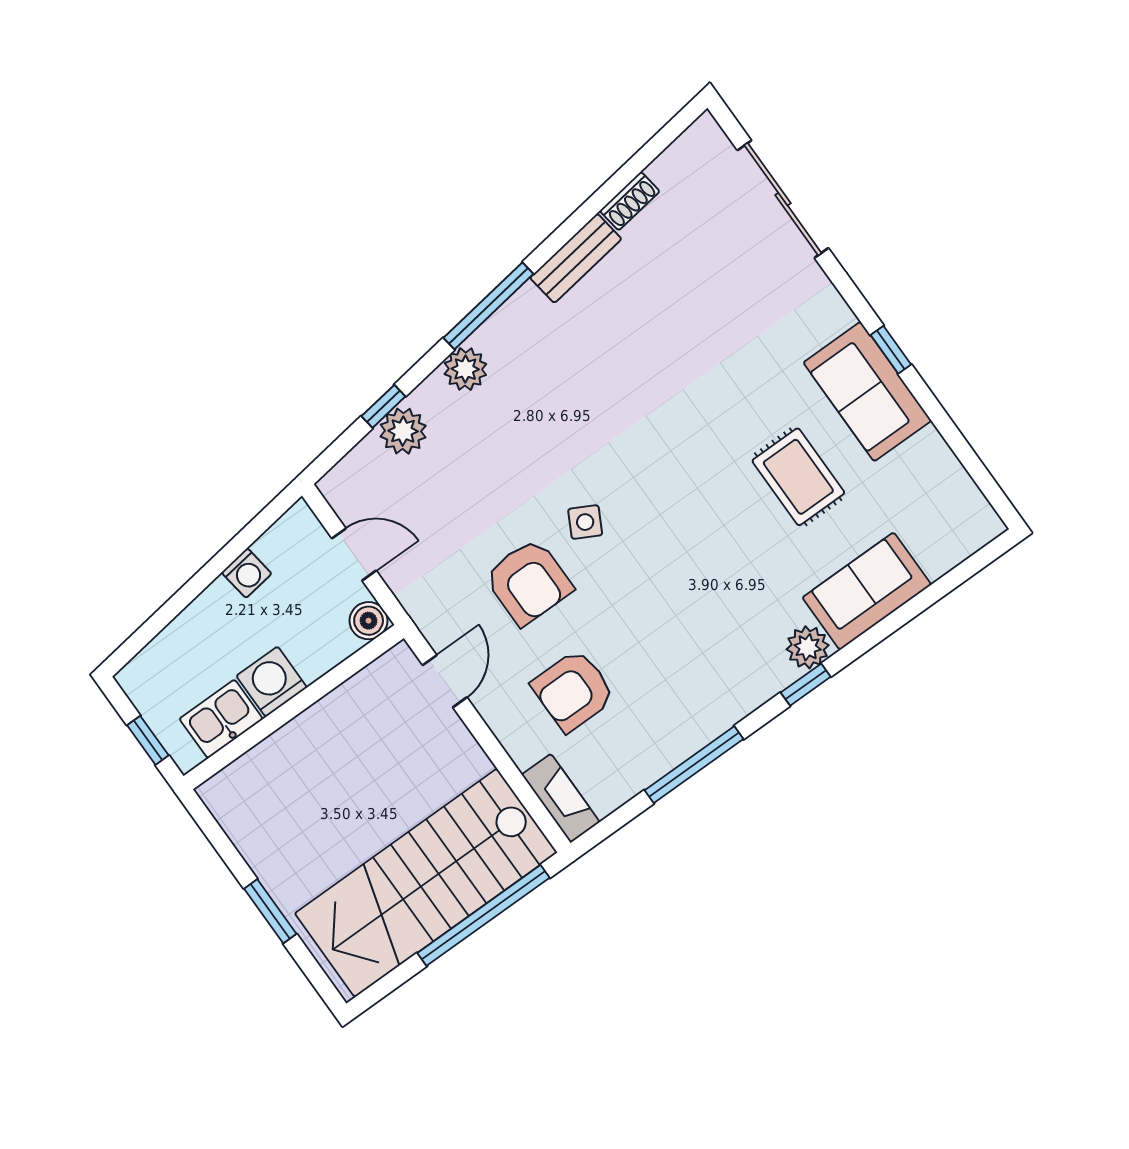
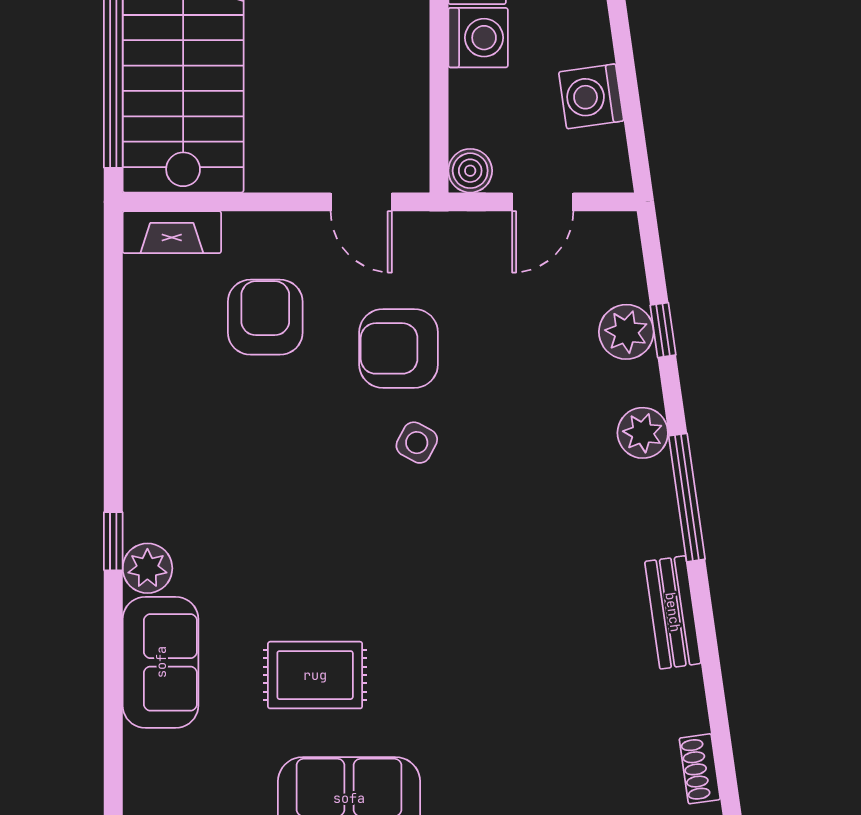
shoe rack: (630, 201) -> (700, 769), moved
washing machine: (247, 573) -> (591, 96), width x1.38, depth x1.38
window: (694, 765) -> (113, 381), removed

